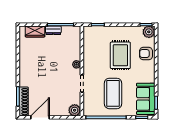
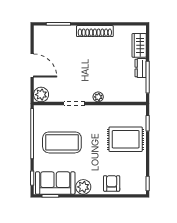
plant: (149, 32) -> (83, 187), moved
rug: (120, 55) -> (126, 139), moved
shoe rack: (24, 102) -> (95, 31), moved
door: (40, 117) -> (32, 66), moved

